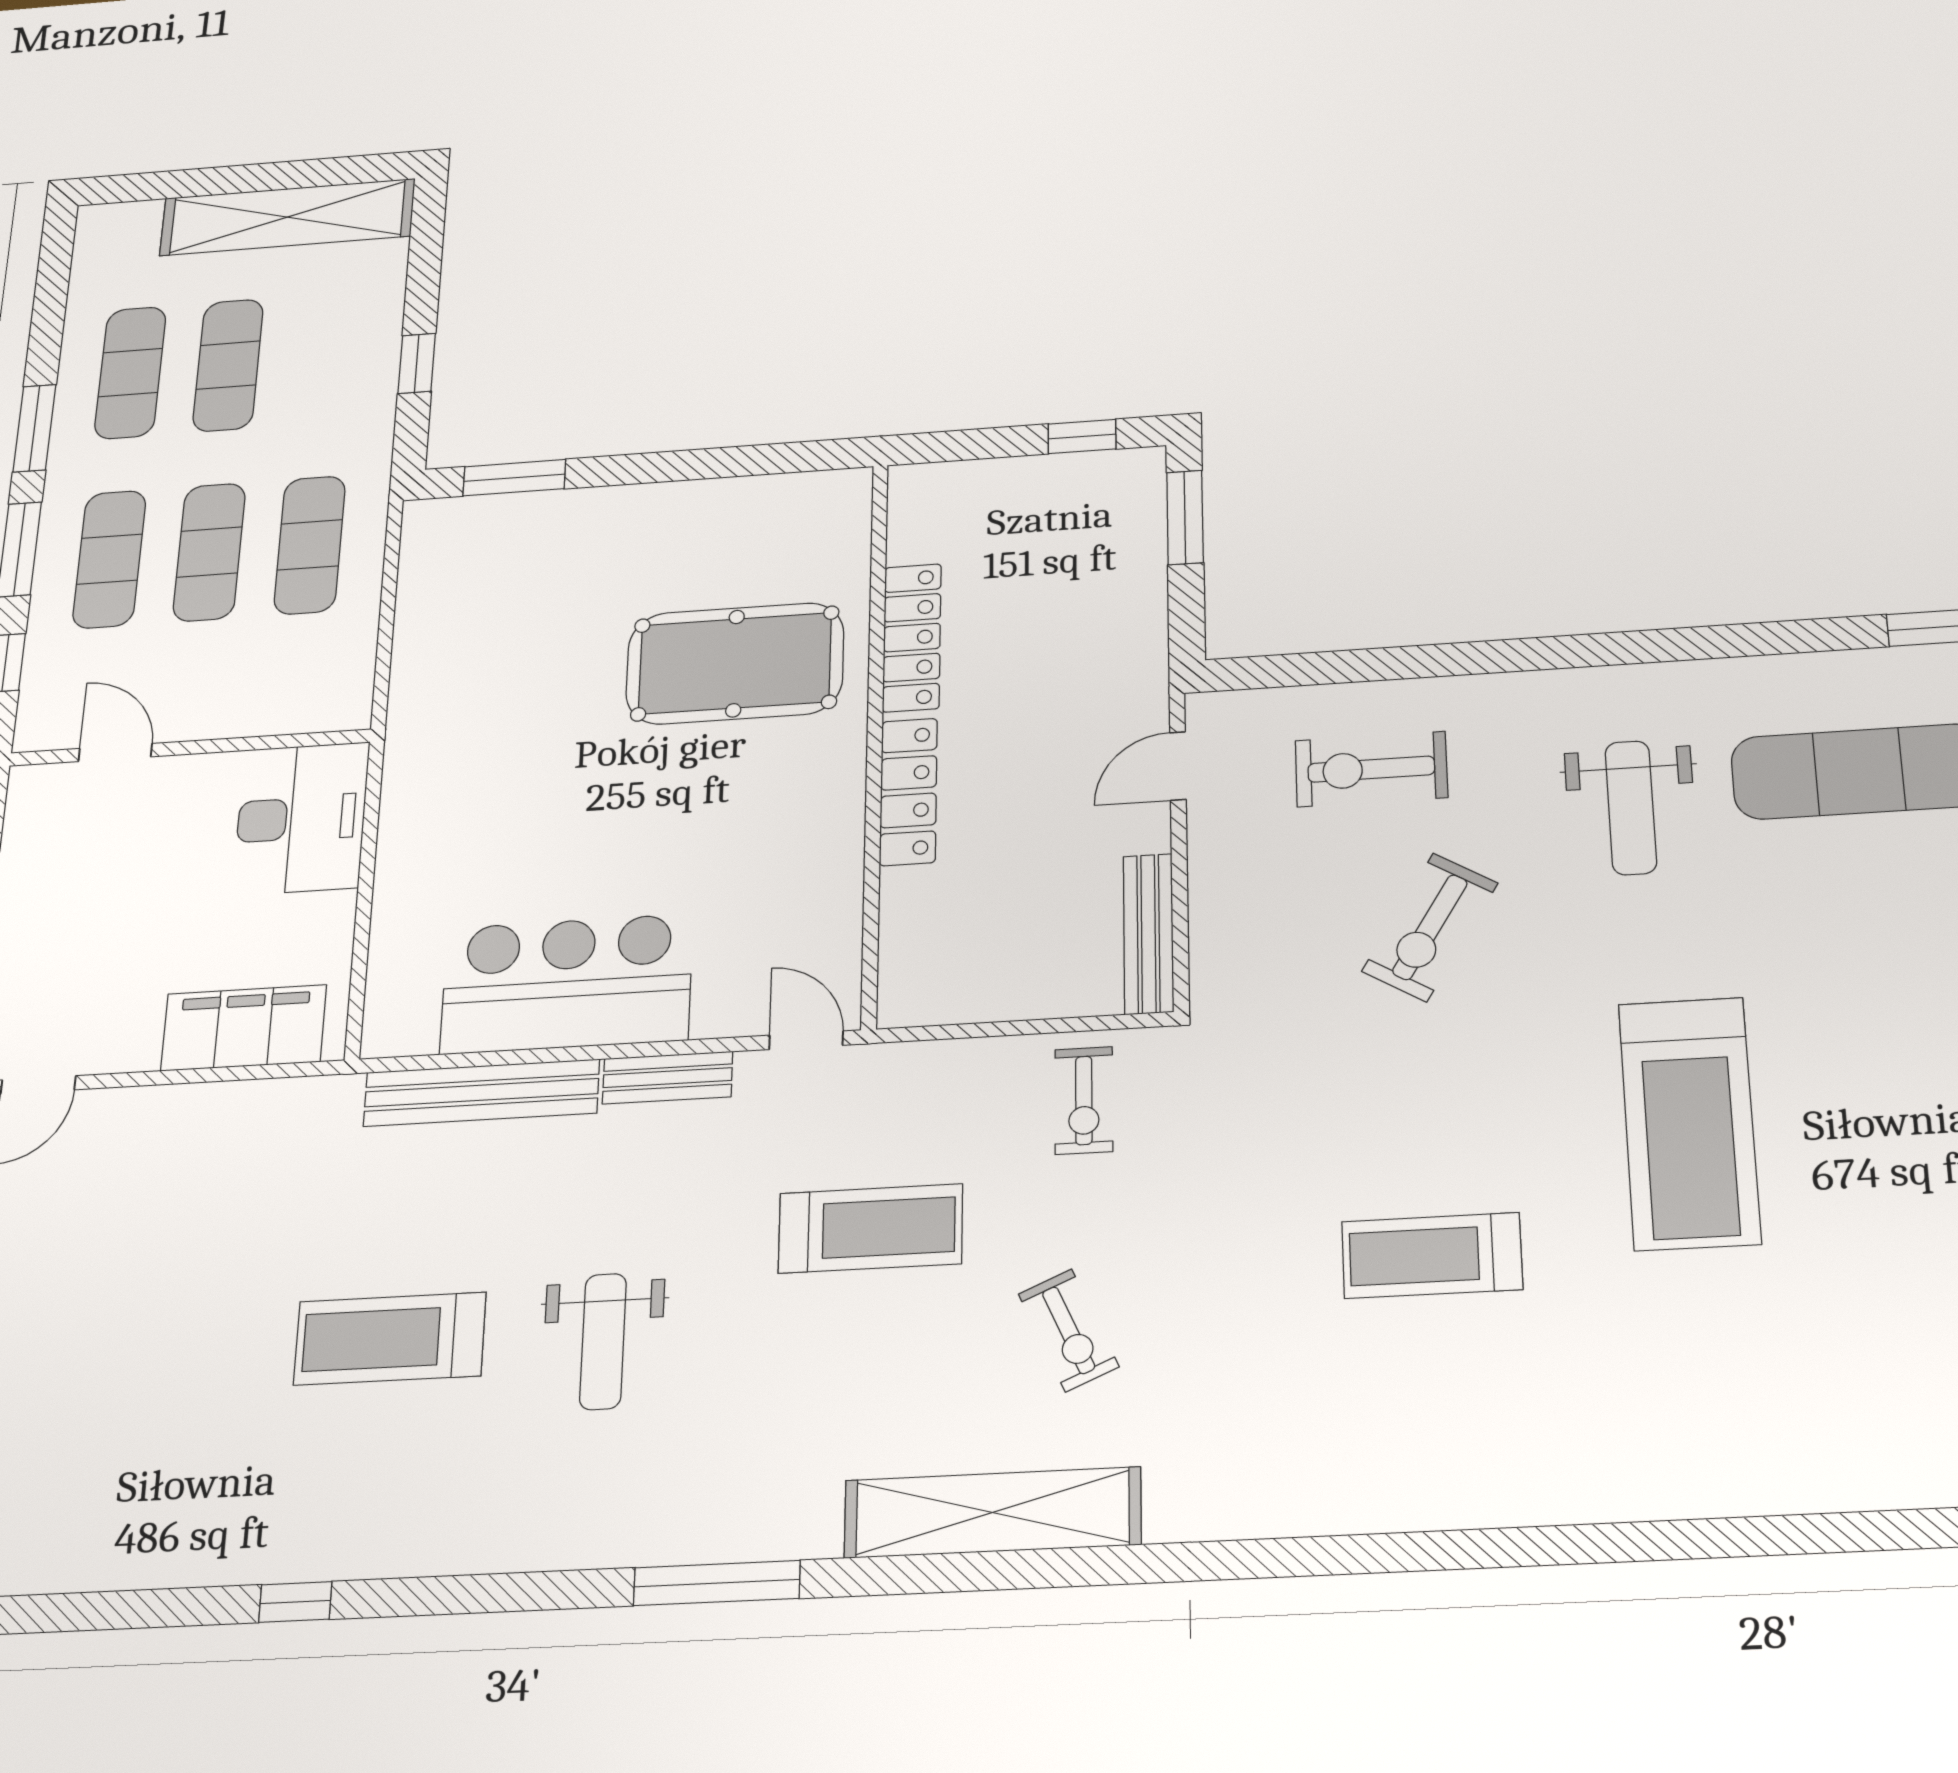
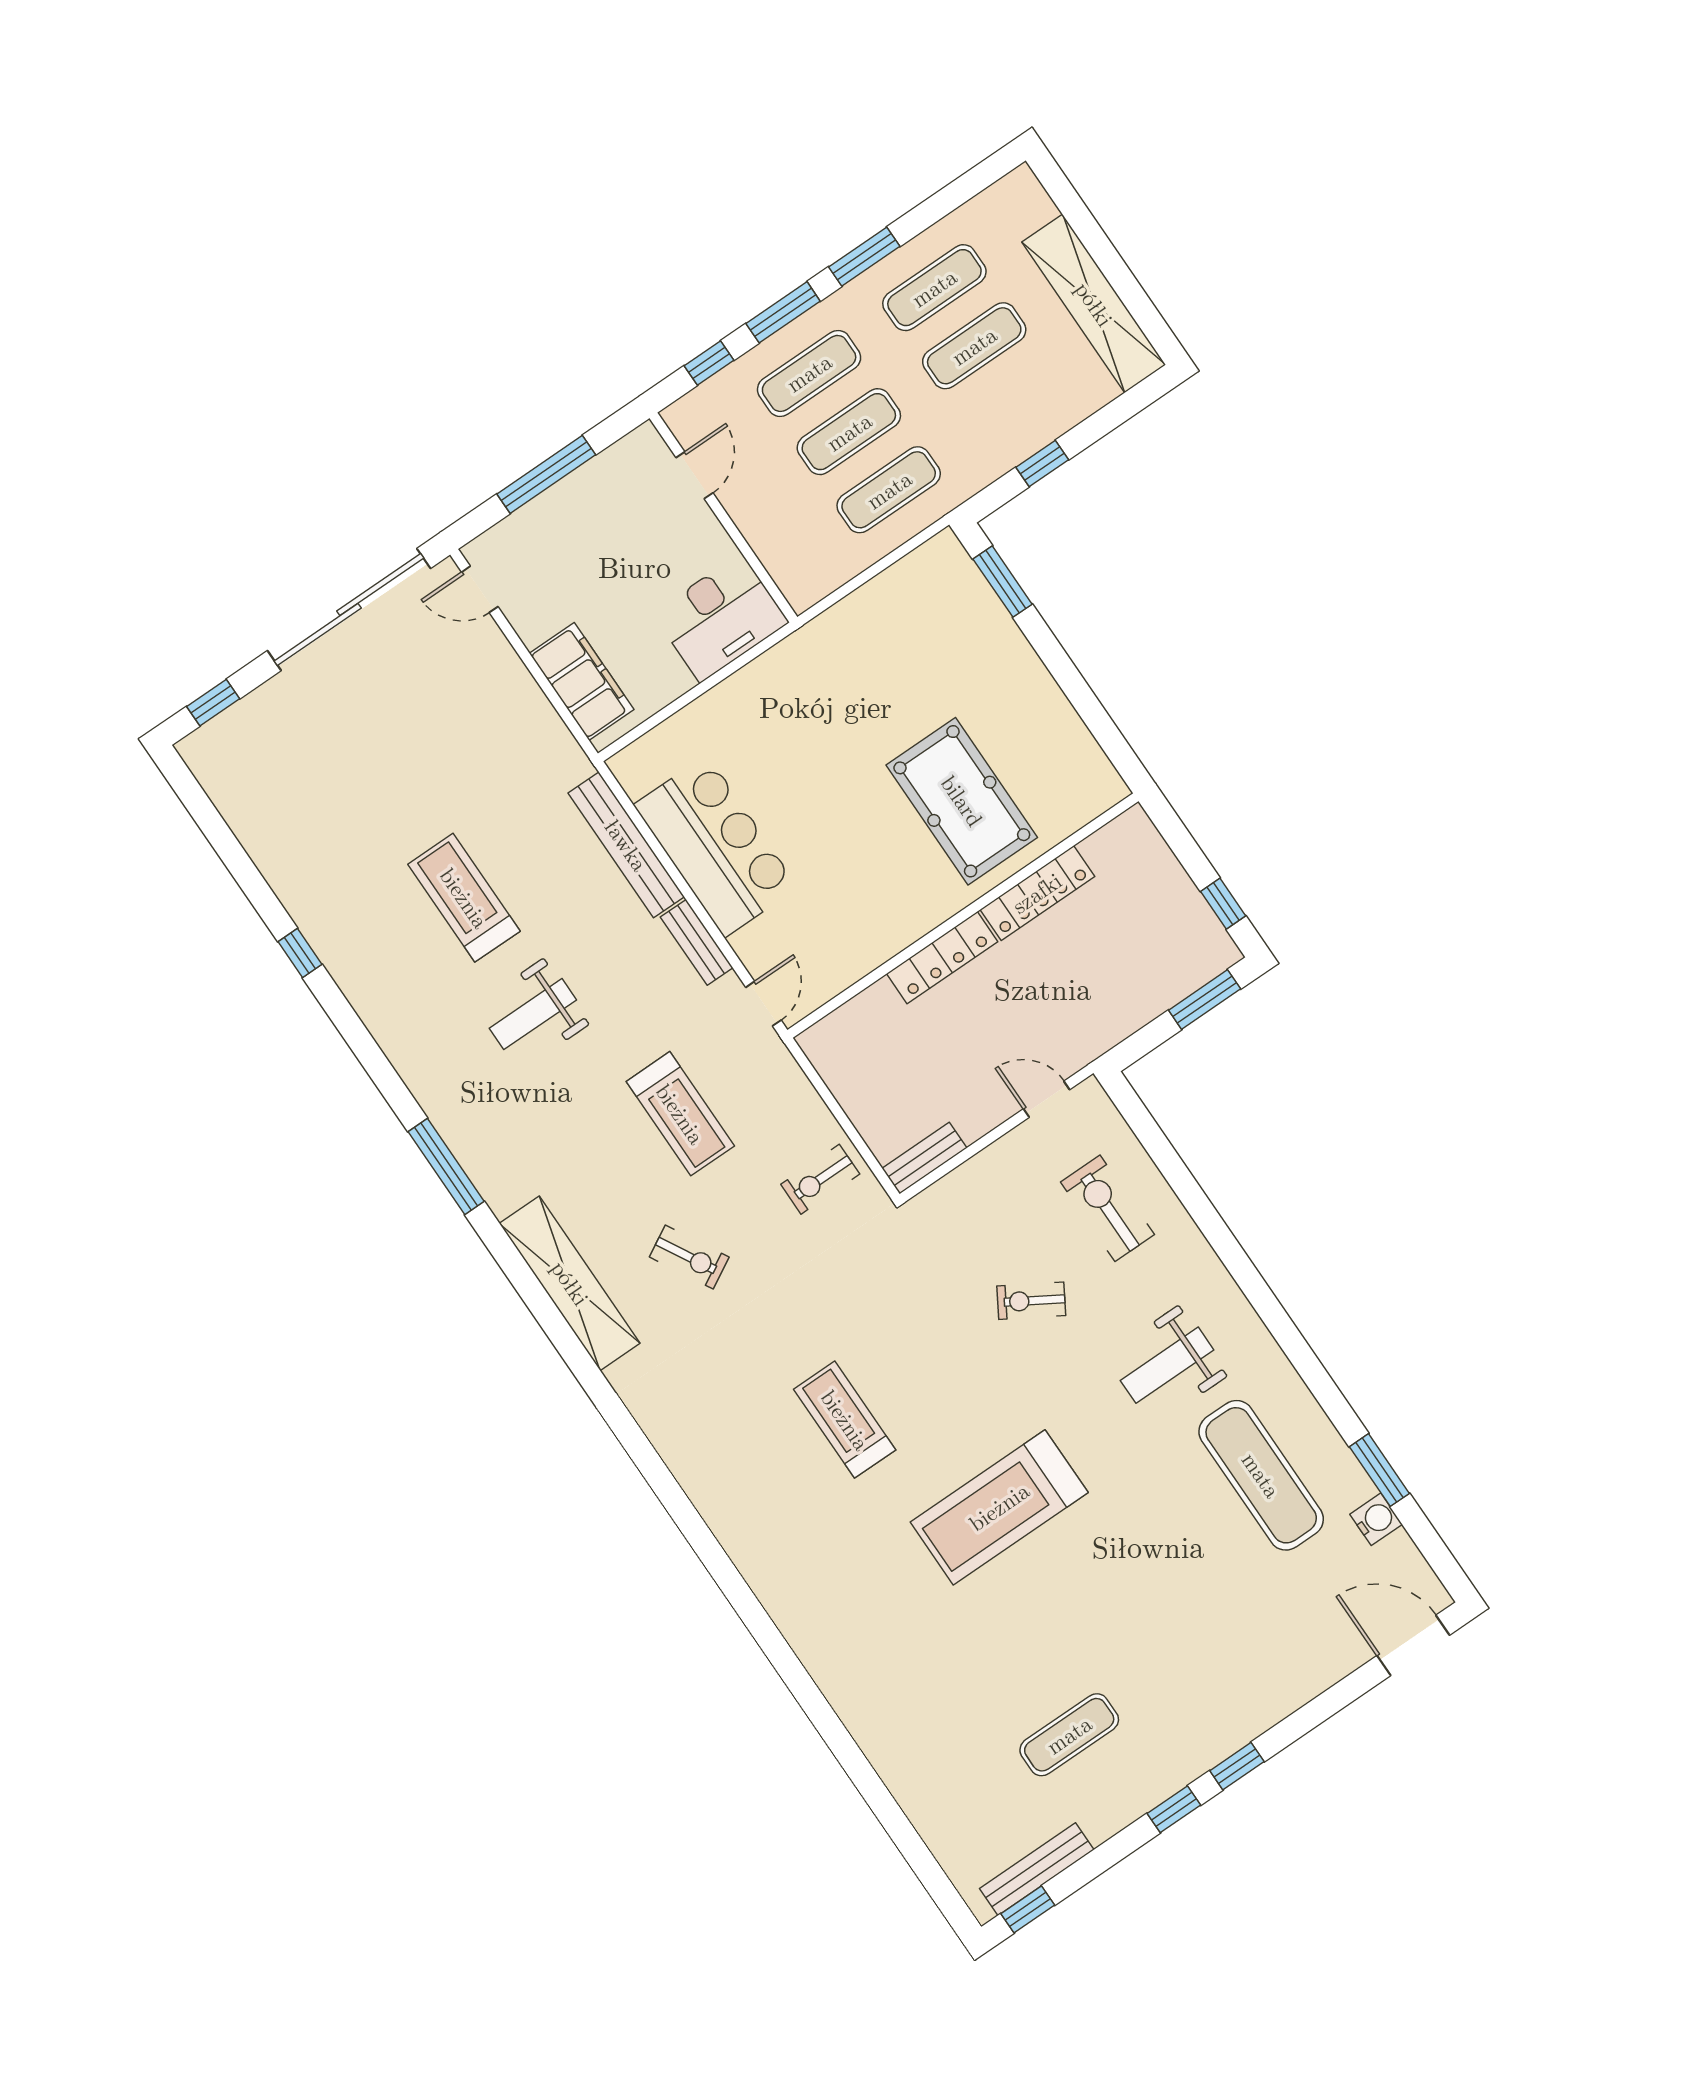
exercise bike: (1430, 927) -> (1031, 1301), width x0.73, depth x0.72
bench: (1148, 934) -> (924, 1158), width x0.73
exercise bike: (1069, 1330) -> (689, 1257), turned -95

